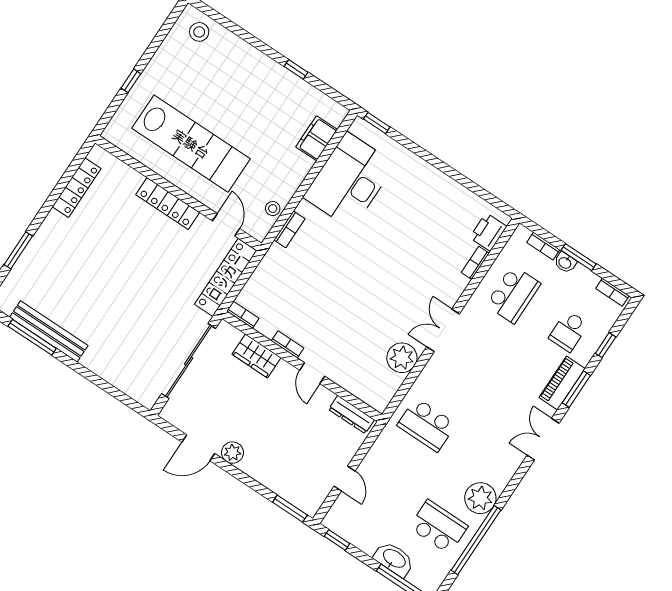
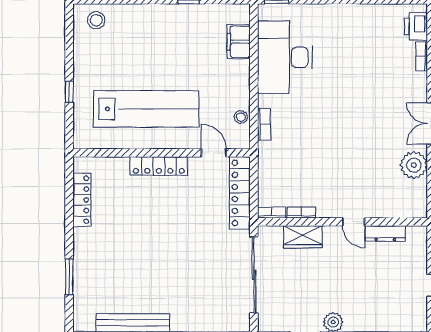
bookcase: (288, 344) -> (301, 213), moved
dresser: (351, 415) -> (385, 233), moved

